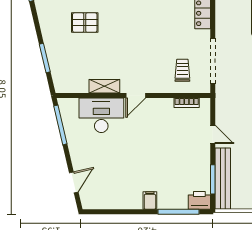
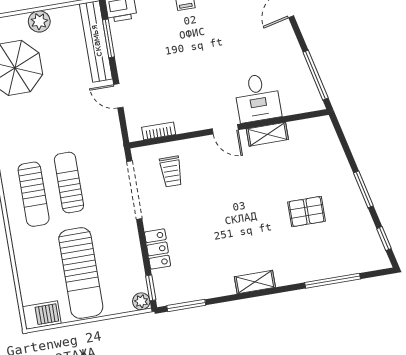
window: (45, 58) -> (363, 189), moved
door: (136, 95) -> (225, 129), swing flipped
desk: (101, 115) -> (258, 98), width x0.73

